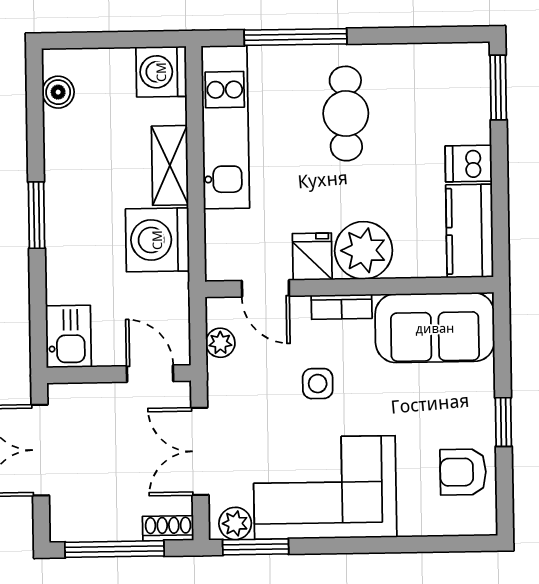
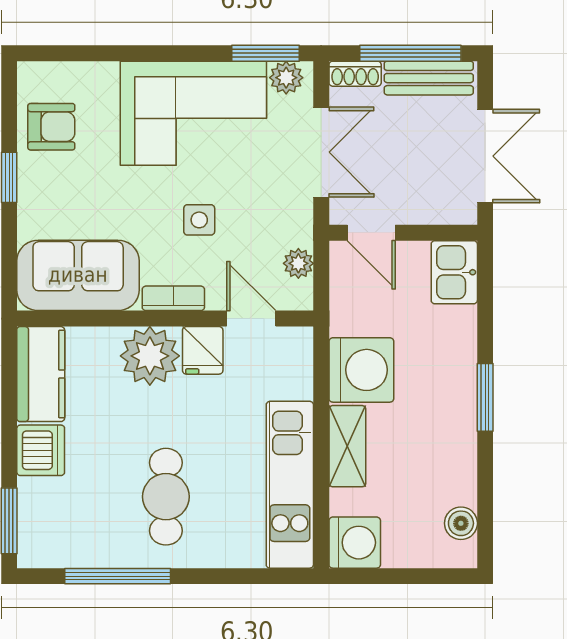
window: (295, 37) -> (118, 576), moved
dishwasher: (469, 164) -> (41, 450), width x1.38
bench: (96, 525) -> (429, 78), added

